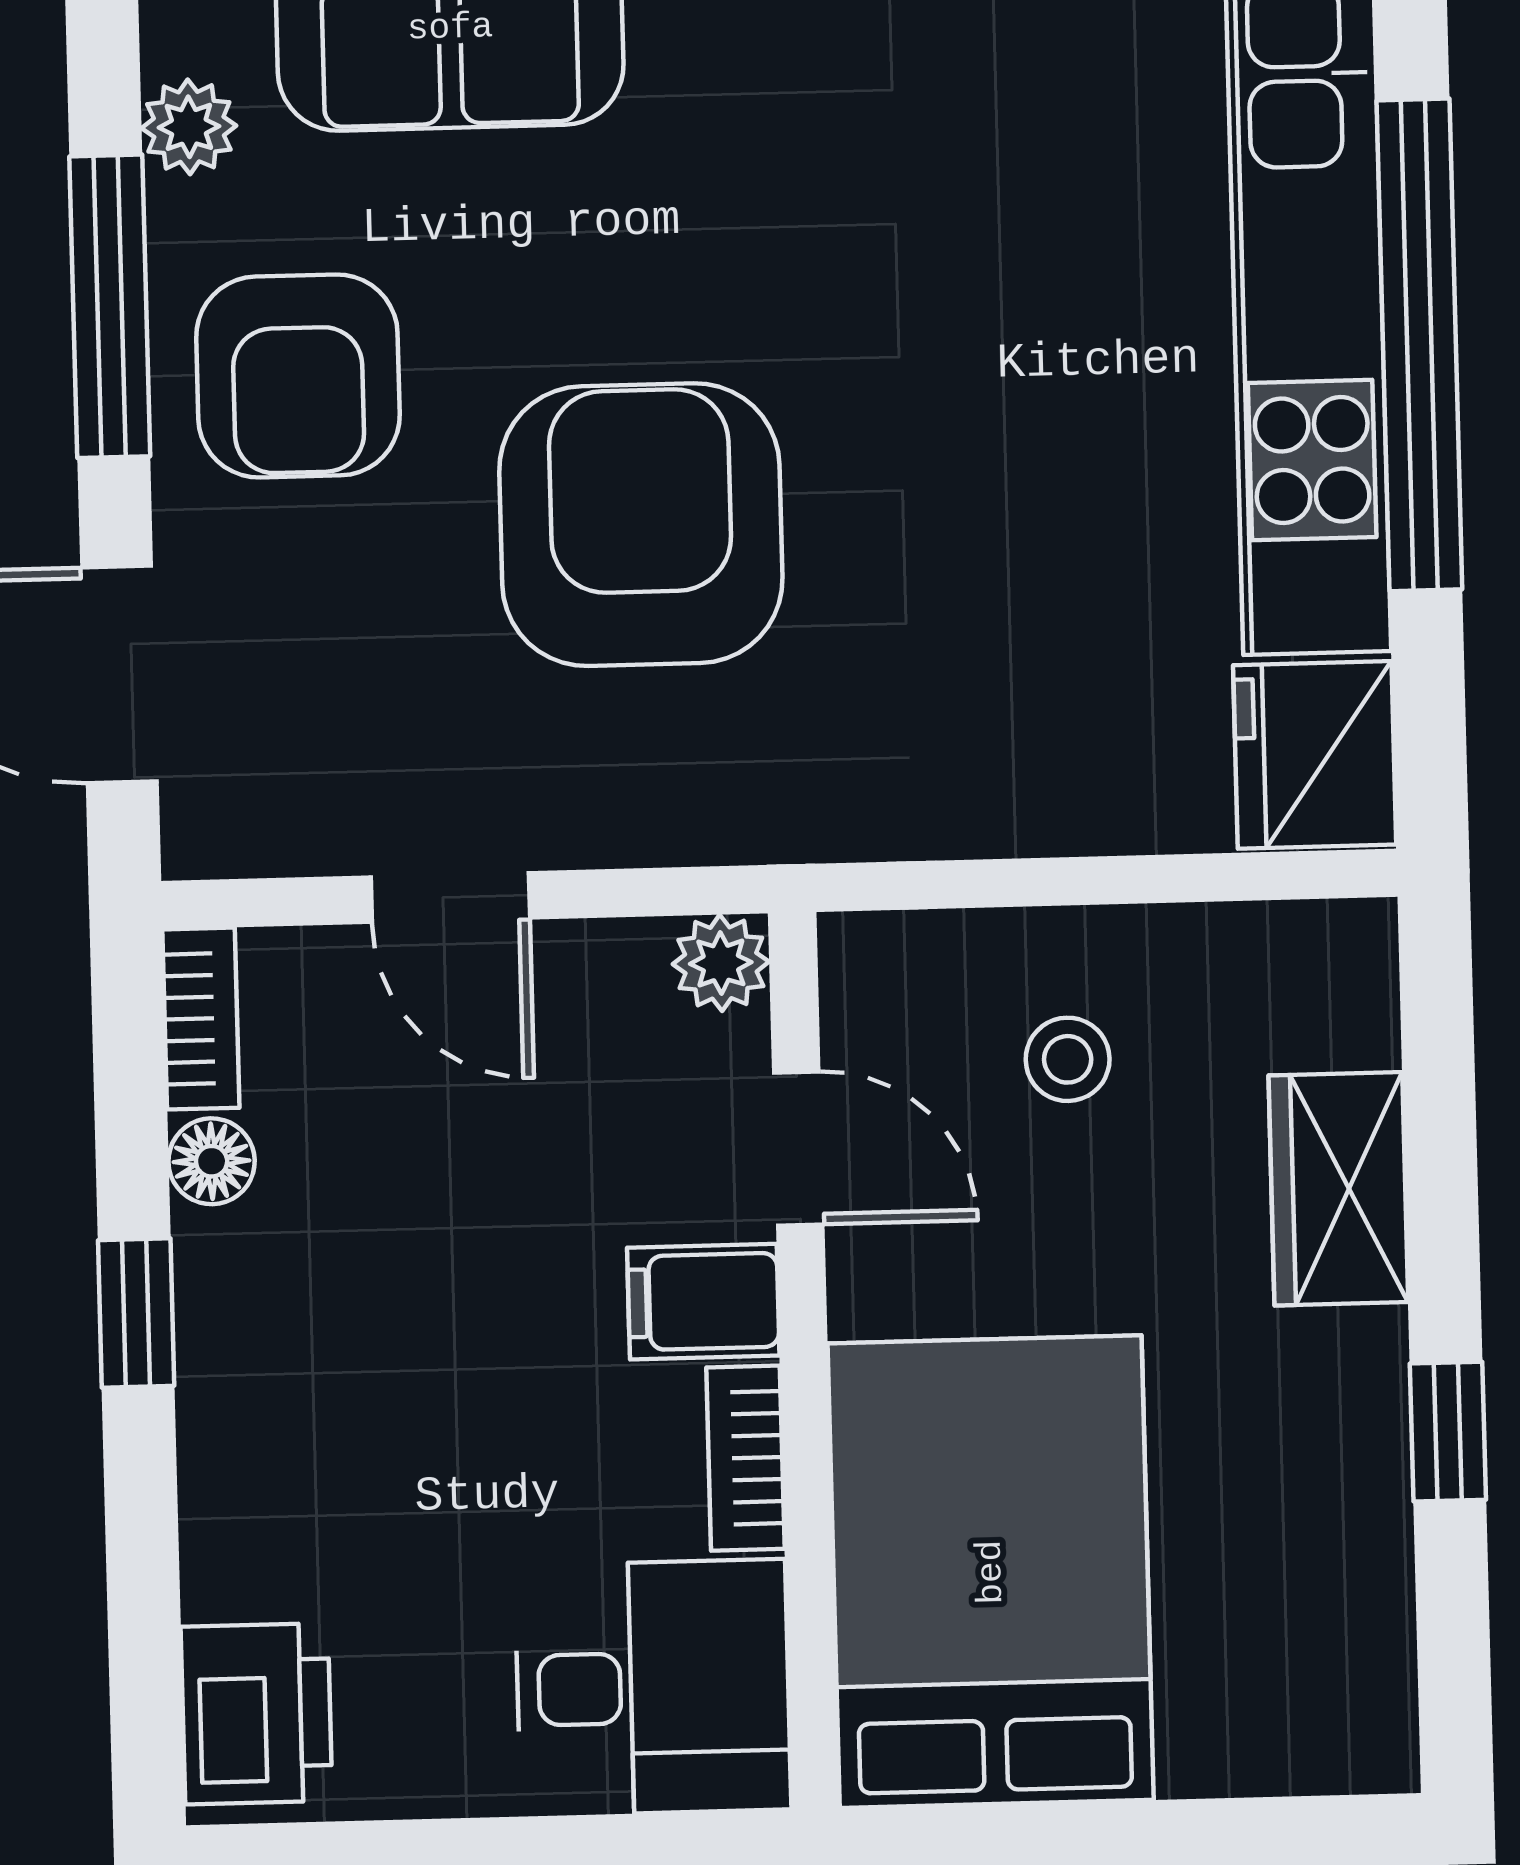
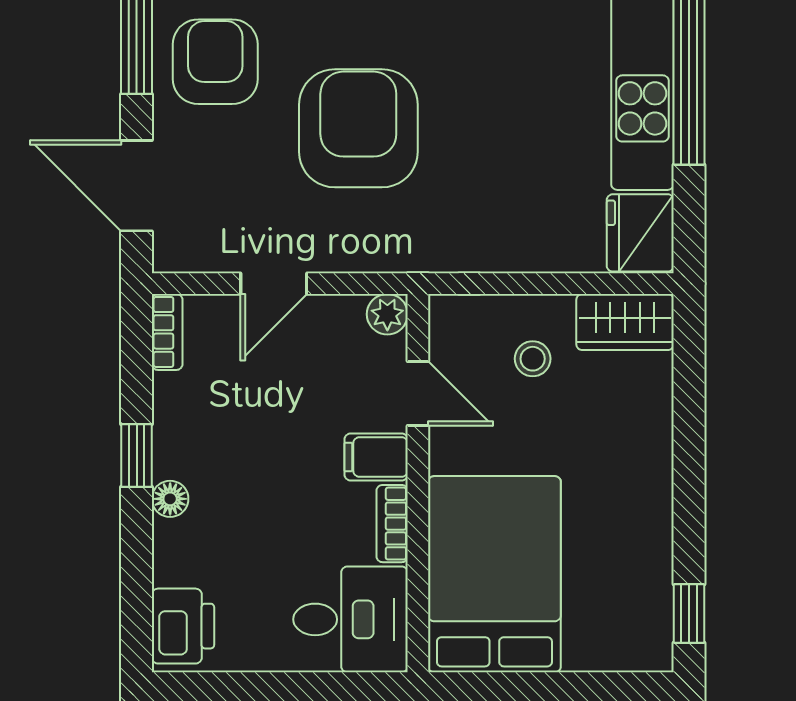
armchair: (298, 376) -> (215, 62), turned 180
door: (450, 897) -> (274, 284), hinge flipped
floor lamp: (212, 1161) -> (170, 499), moved
wardrobe: (1338, 1189) -> (625, 322), moved, turned -90
window: (1448, 1432) -> (689, 613), moved

